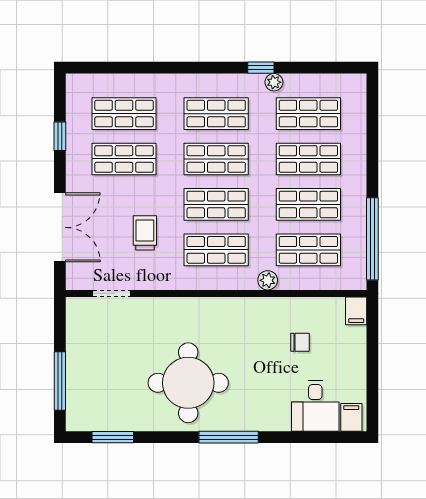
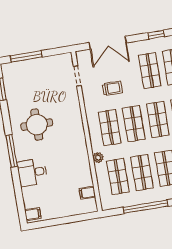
window: (372, 239) -> (146, 207), moved
filing cabinet: (356, 311) -> (87, 193), moved
chair: (300, 342) -> (68, 180), removed
round table: (188, 383) -> (37, 125), width x0.73, depth x0.73
desk: (315, 406) -> (32, 172), moved

